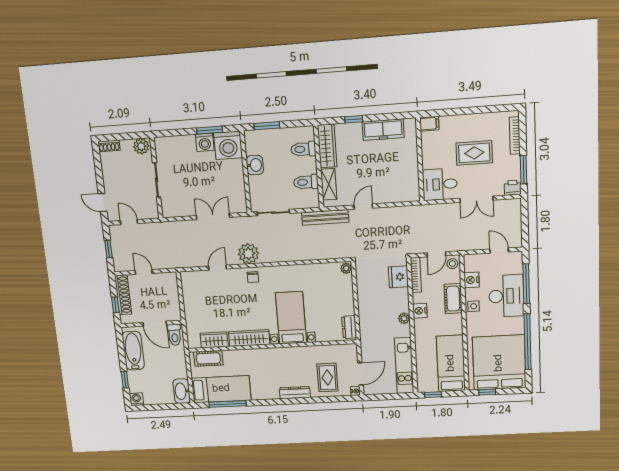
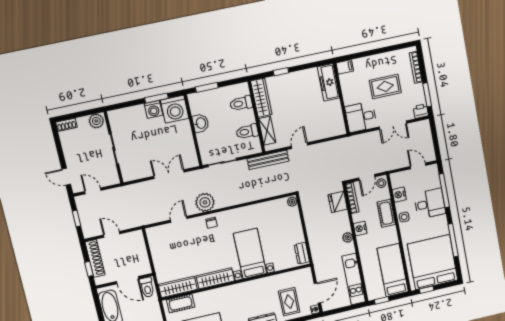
freezer: (383, 130) -> (329, 82), moved, turned 90
desk: (506, 296) -> (430, 204), width x0.73
wardrobe: (214, 340) -> (178, 287), width x1.50
window: (528, 342) -> (453, 240), width x0.68

